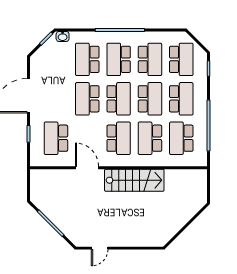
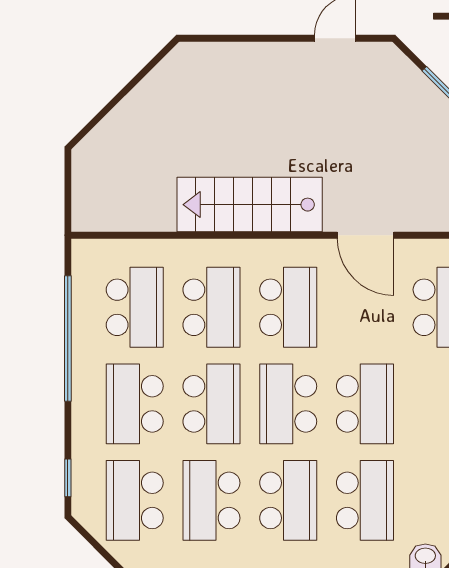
school desk: (150, 99) -> (211, 404), turned 180
school desk: (119, 138) -> (288, 307), turned 180

